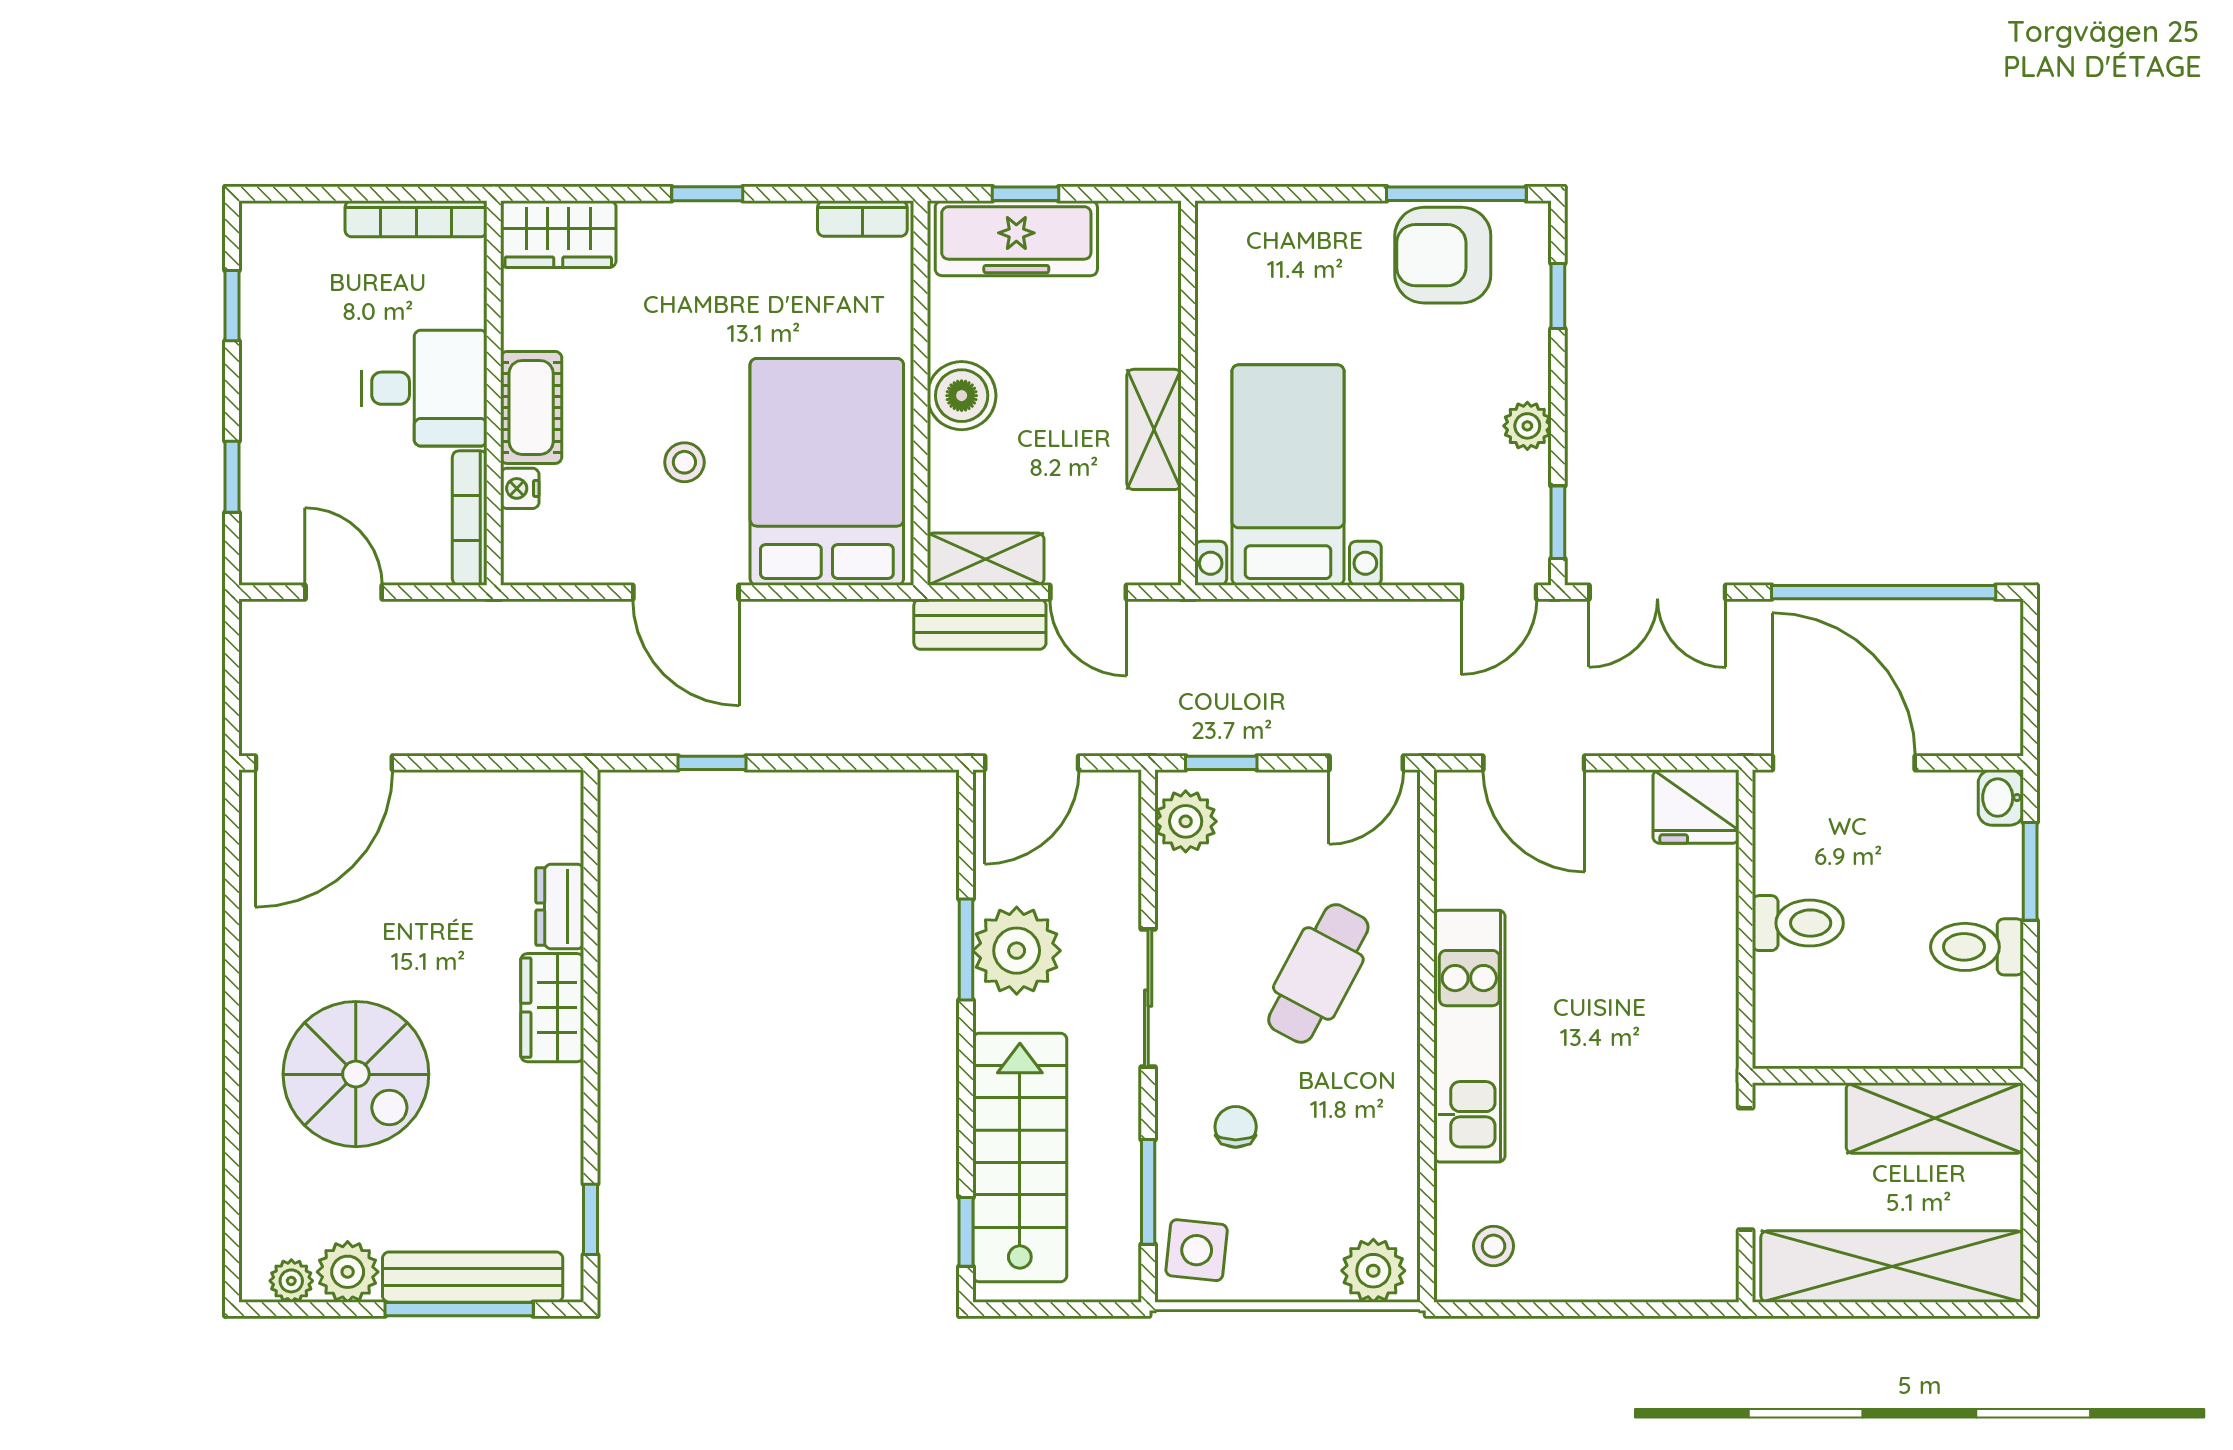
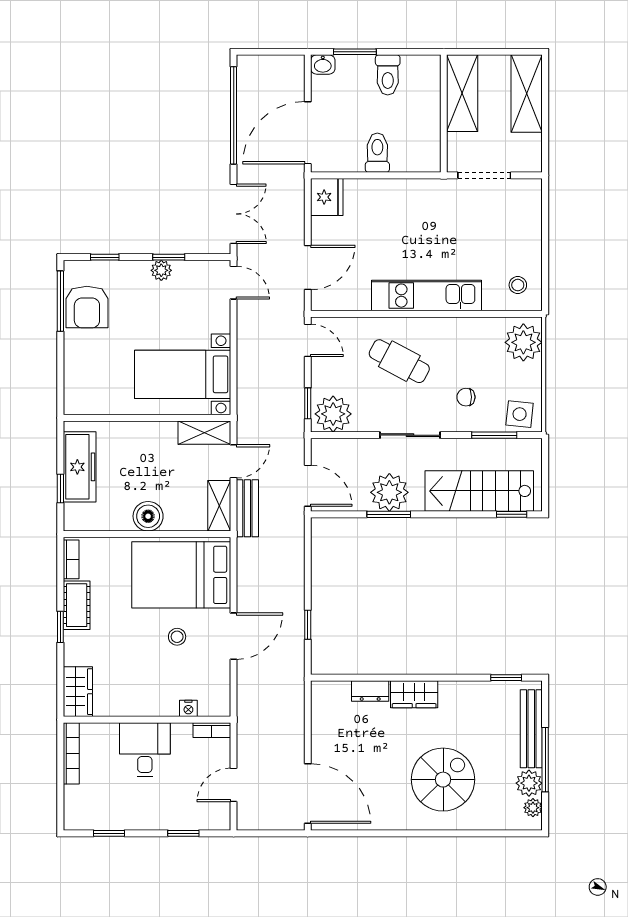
freezer: (1016, 238) -> (80, 467), moved
cot: (531, 407) -> (77, 605), moved, turned 90
shelving: (1154, 429) -> (204, 433), moved
bookcase: (470, 518) -> (212, 730), width x0.64
window: (1558, 522) -> (169, 257), moved
plant: (1186, 821) -> (333, 414), width x1.36, depth x1.36
shelving: (1892, 1267) -> (527, 94), width x0.68
plant: (1373, 1271) -> (523, 342), width x1.36, depth x1.36
window: (459, 1309) -> (545, 760), moved

